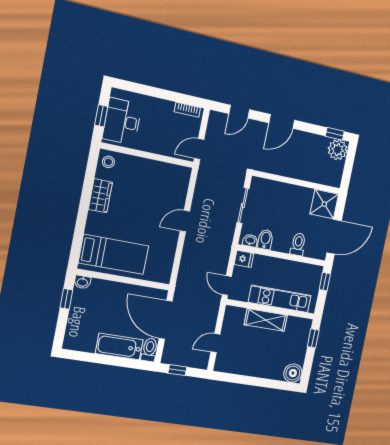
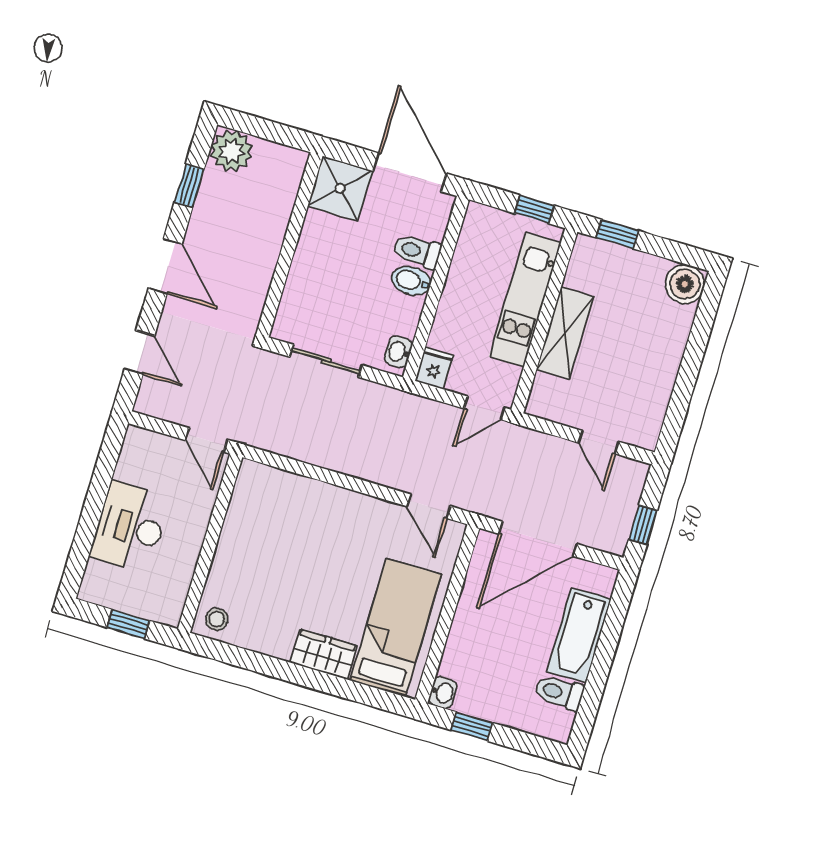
bookcase: (187, 110) -> (128, 456), removed
desk: (122, 121) -> (130, 527), moved, turned 90
window: (335, 134) -> (189, 186), moved
wardrobe: (100, 196) -> (324, 654), moved
door: (185, 221) -> (429, 506), moved
bidet: (265, 239) -> (411, 281), moved
window: (325, 282) -> (534, 209), moved
toilet: (149, 350) -> (559, 692), moved

